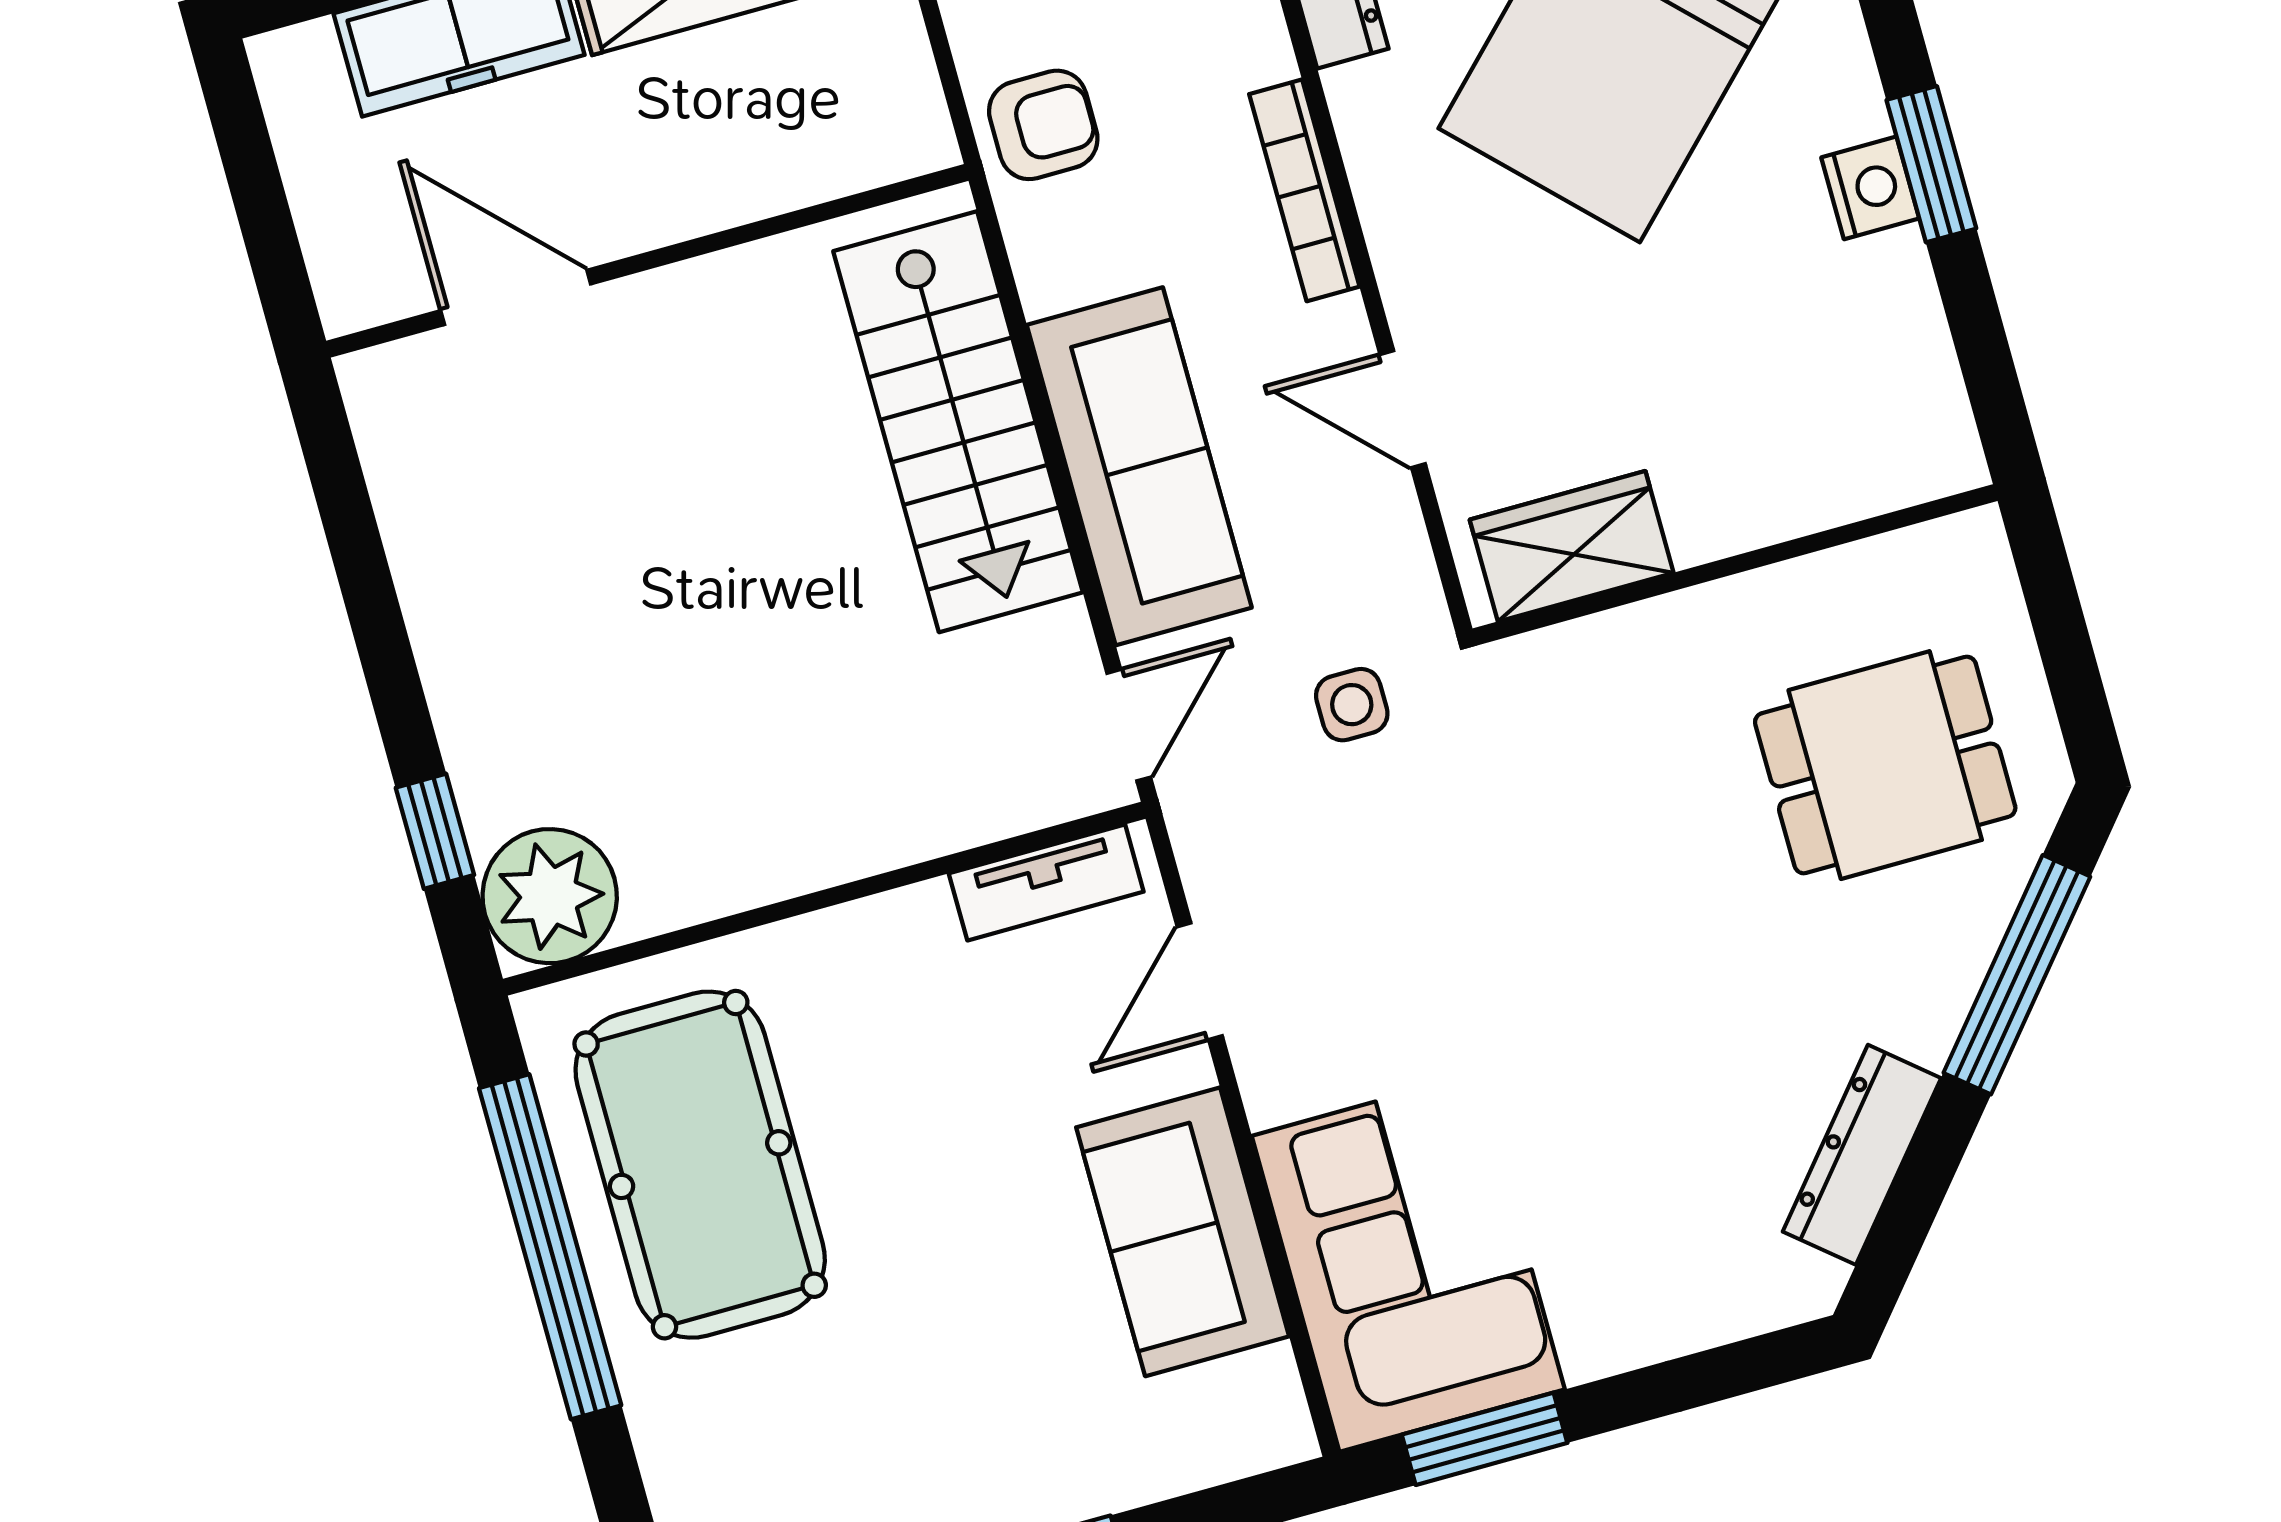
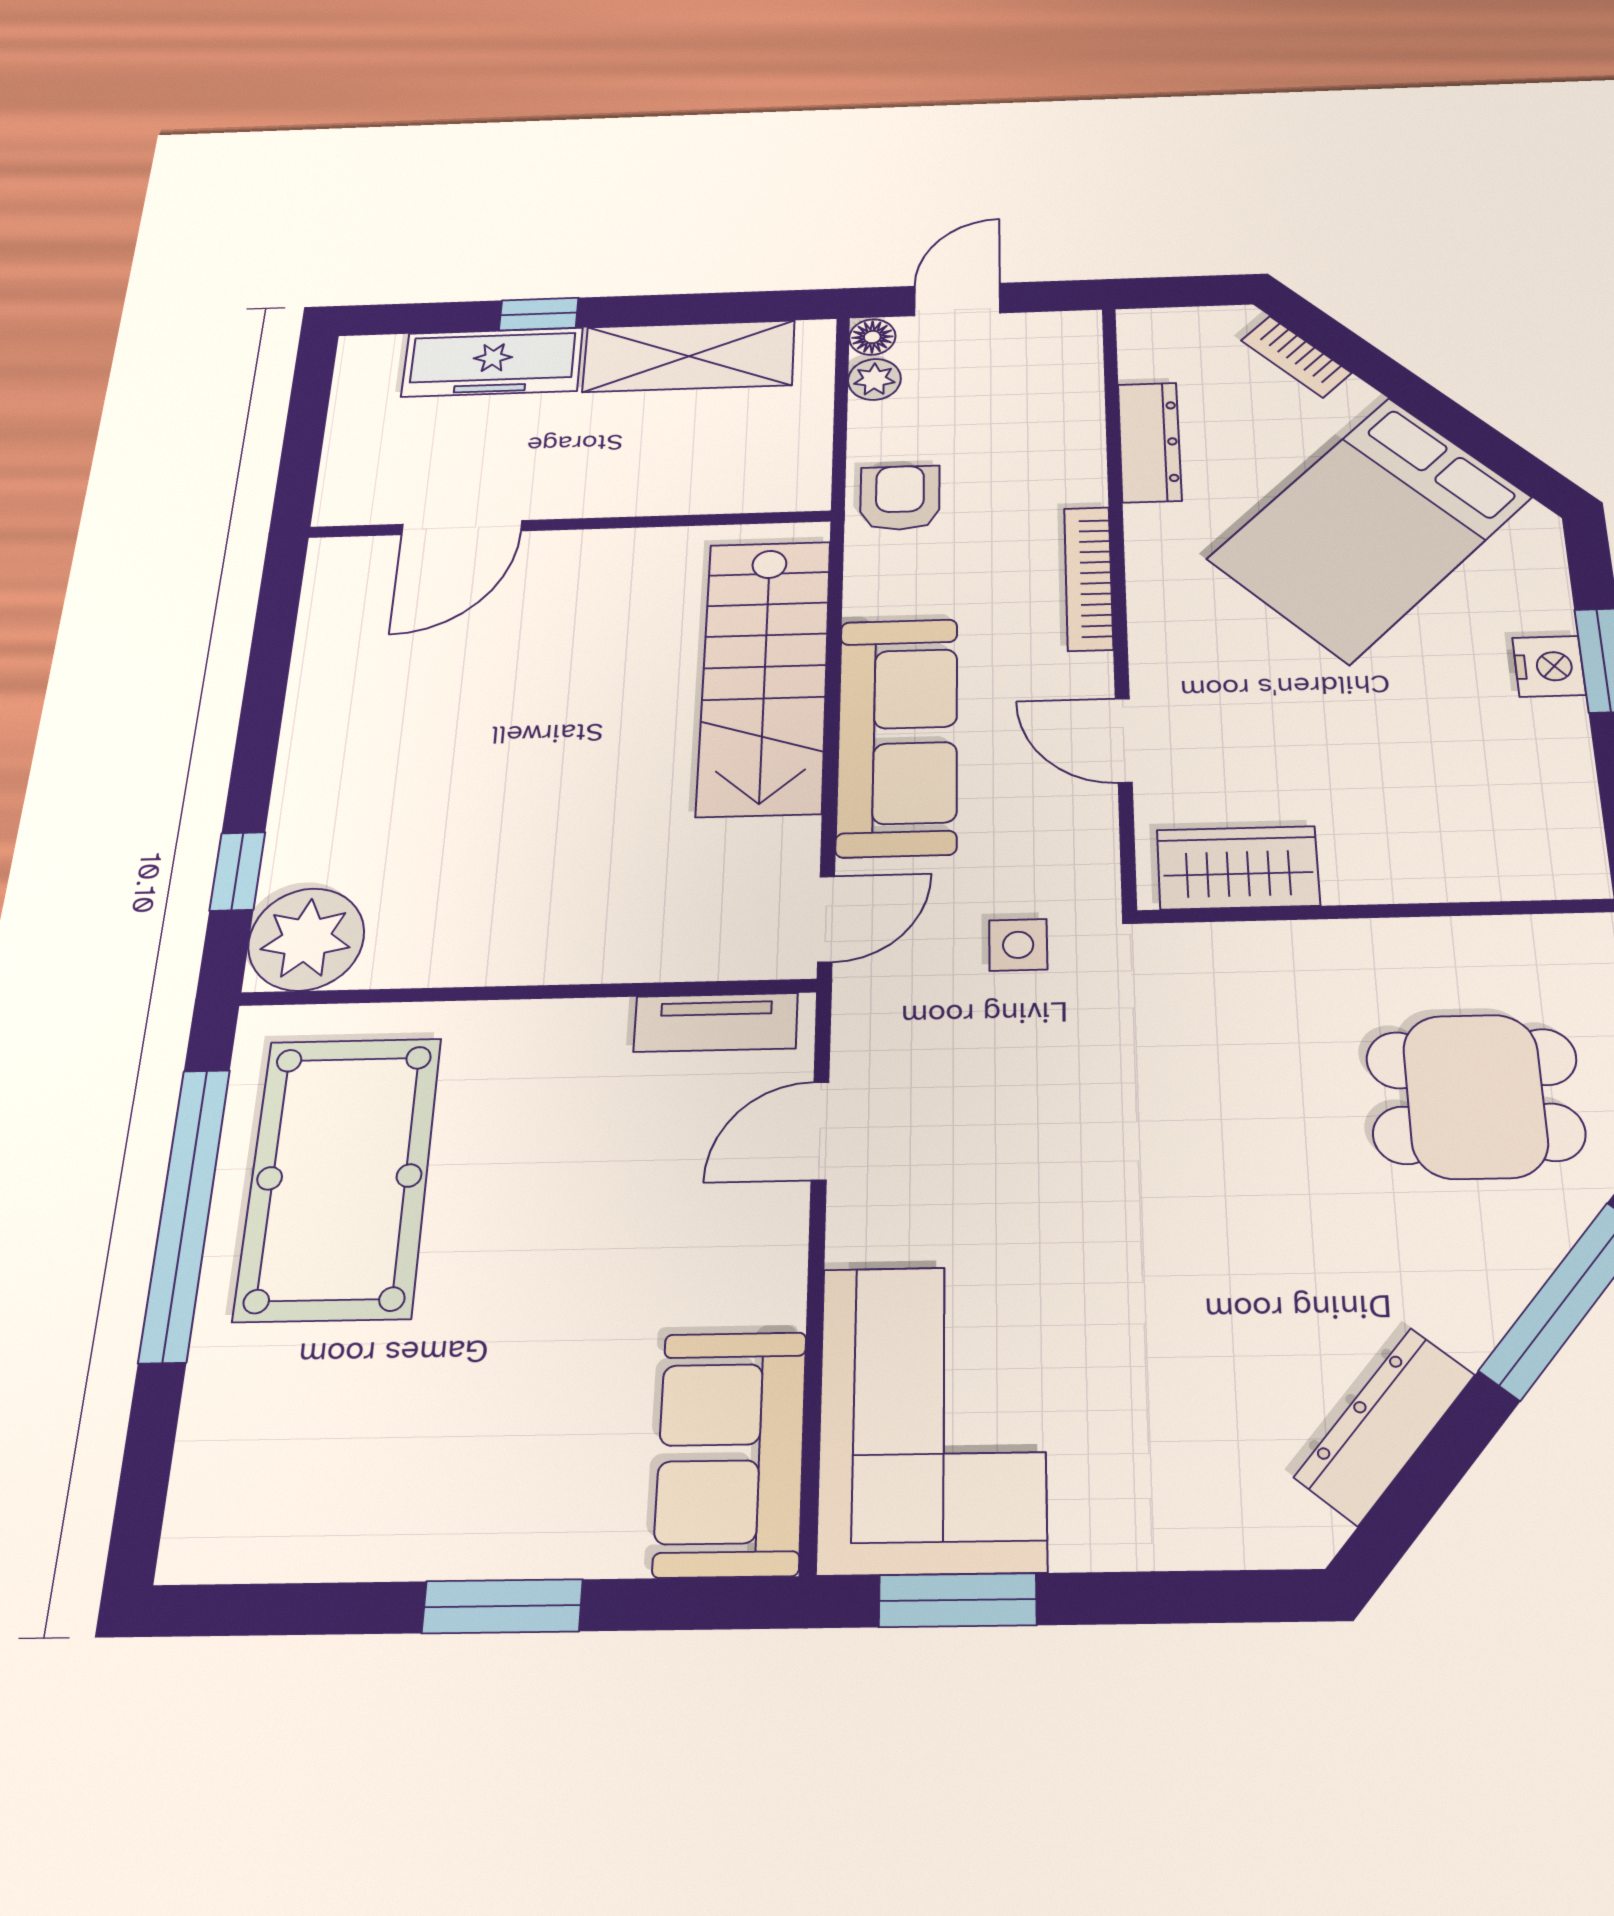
armchair: (1043, 125) -> (900, 498), turned -90
door: (516, 297) -> (462, 528), swing flipped
sofa: (1183, 1232) -> (731, 1453), moved

